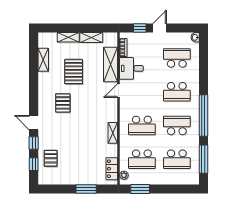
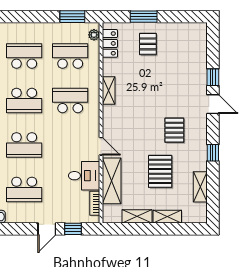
door: (119, 91) -> (101, 146), hinge flipped
school desk: (177, 92) -> (24, 145), turned 180
pallet: (51, 158) -> (148, 44), moved
window: (34, 164) -> (213, 153), moved

